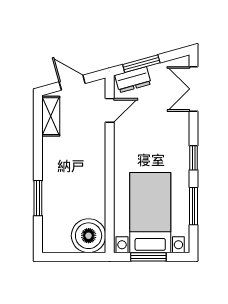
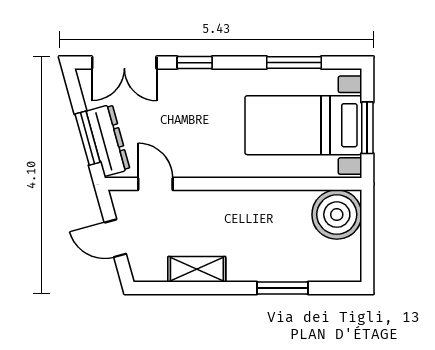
dresser: (133, 80) -> (108, 140), width x1.44
door: (72, 83) -> (115, 238), hinge flipped
shelving: (51, 116) -> (197, 269), moved
window: (193, 158) -> (195, 63), moved

